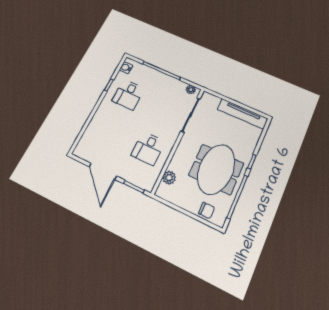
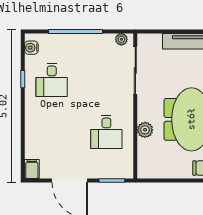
filing cabinet: (80, 150) -> (32, 169), added
plant: (169, 178) -> (145, 130), moved

